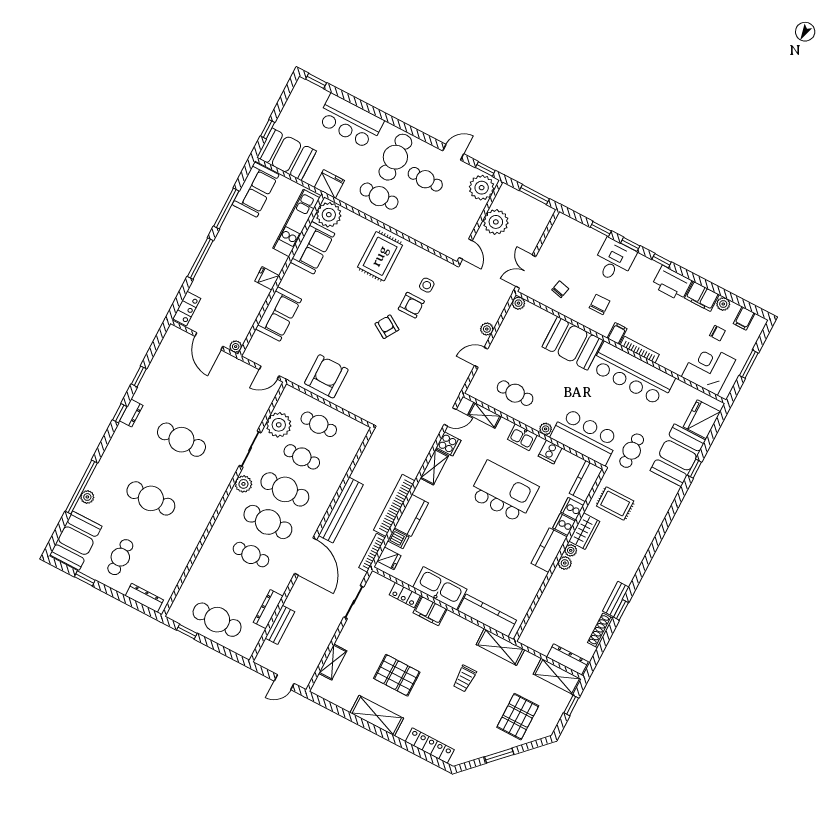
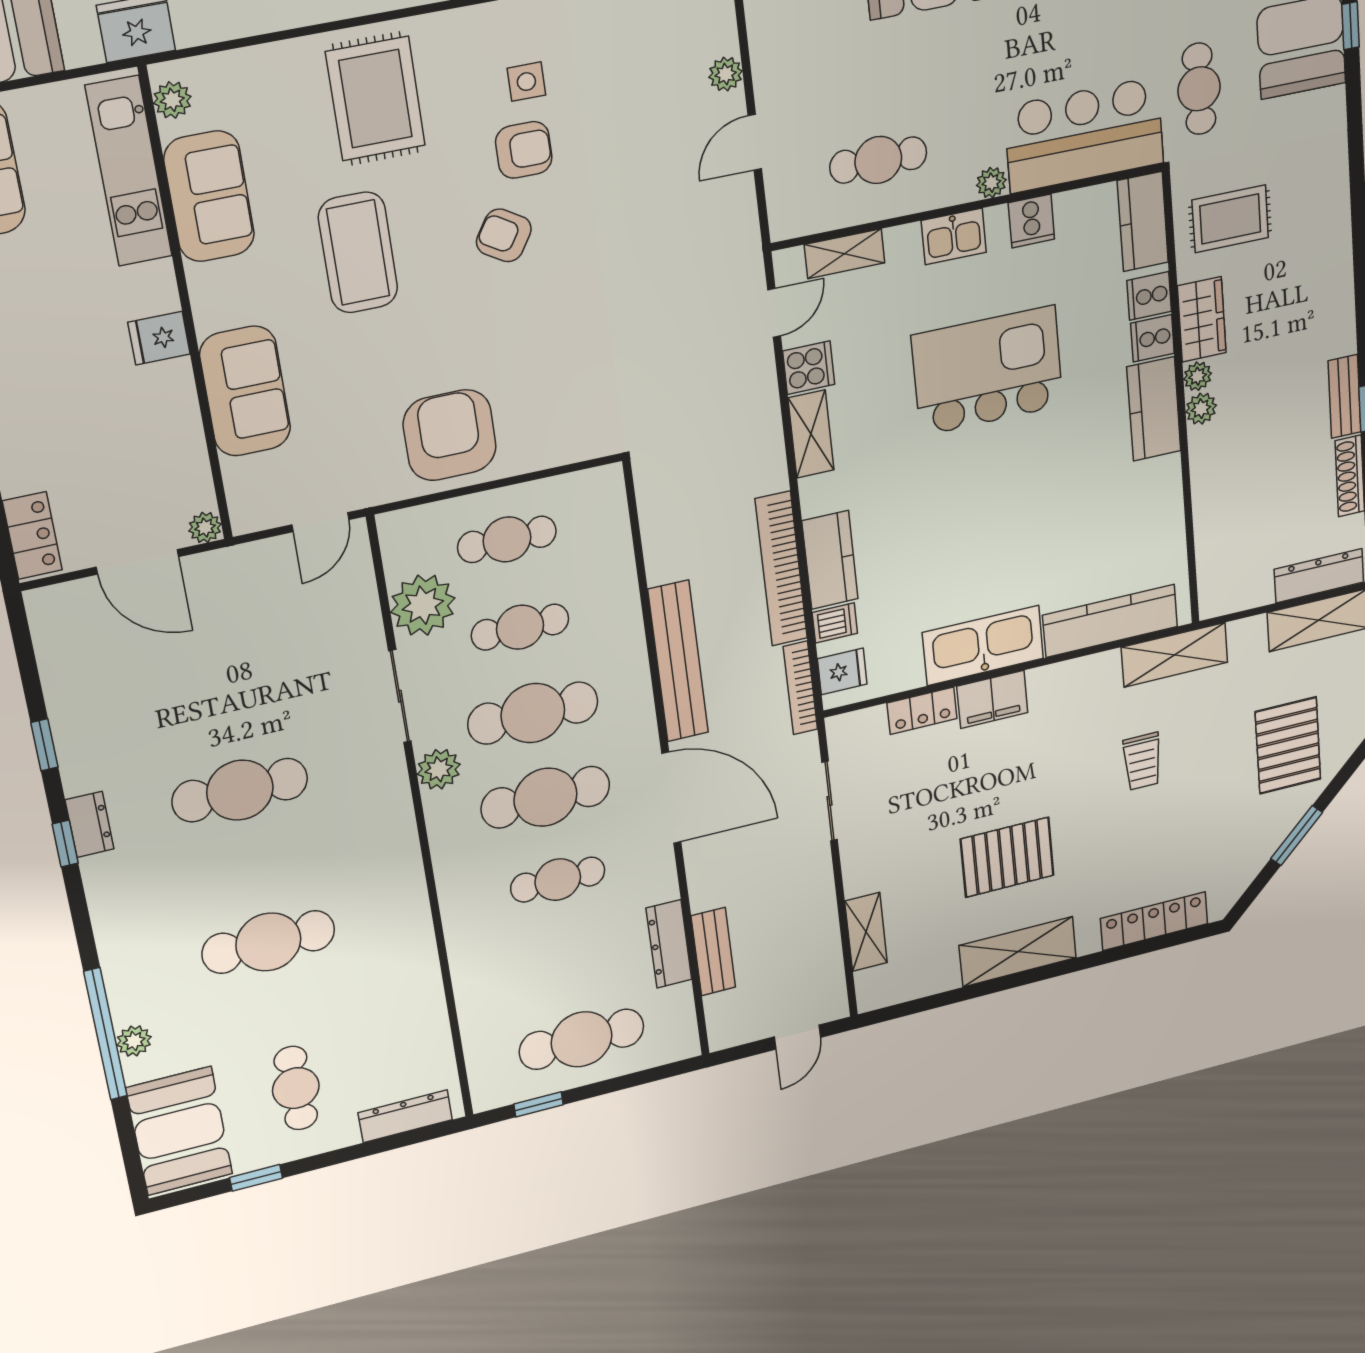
plant: (329, 215) -> (172, 100), width x0.53, depth x0.53
coffee table: (342, 298) -> (358, 253), added

